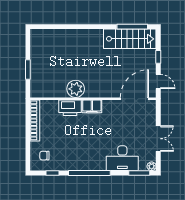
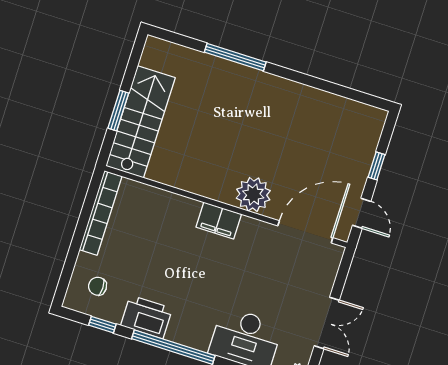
window: (132, 27) -> (235, 57), moved
stairs: (130, 39) -> (140, 122), moved, turned -90
plant: (76, 89) -> (253, 194), moved
printer: (70, 108) -> (147, 317), moved, turned 180

